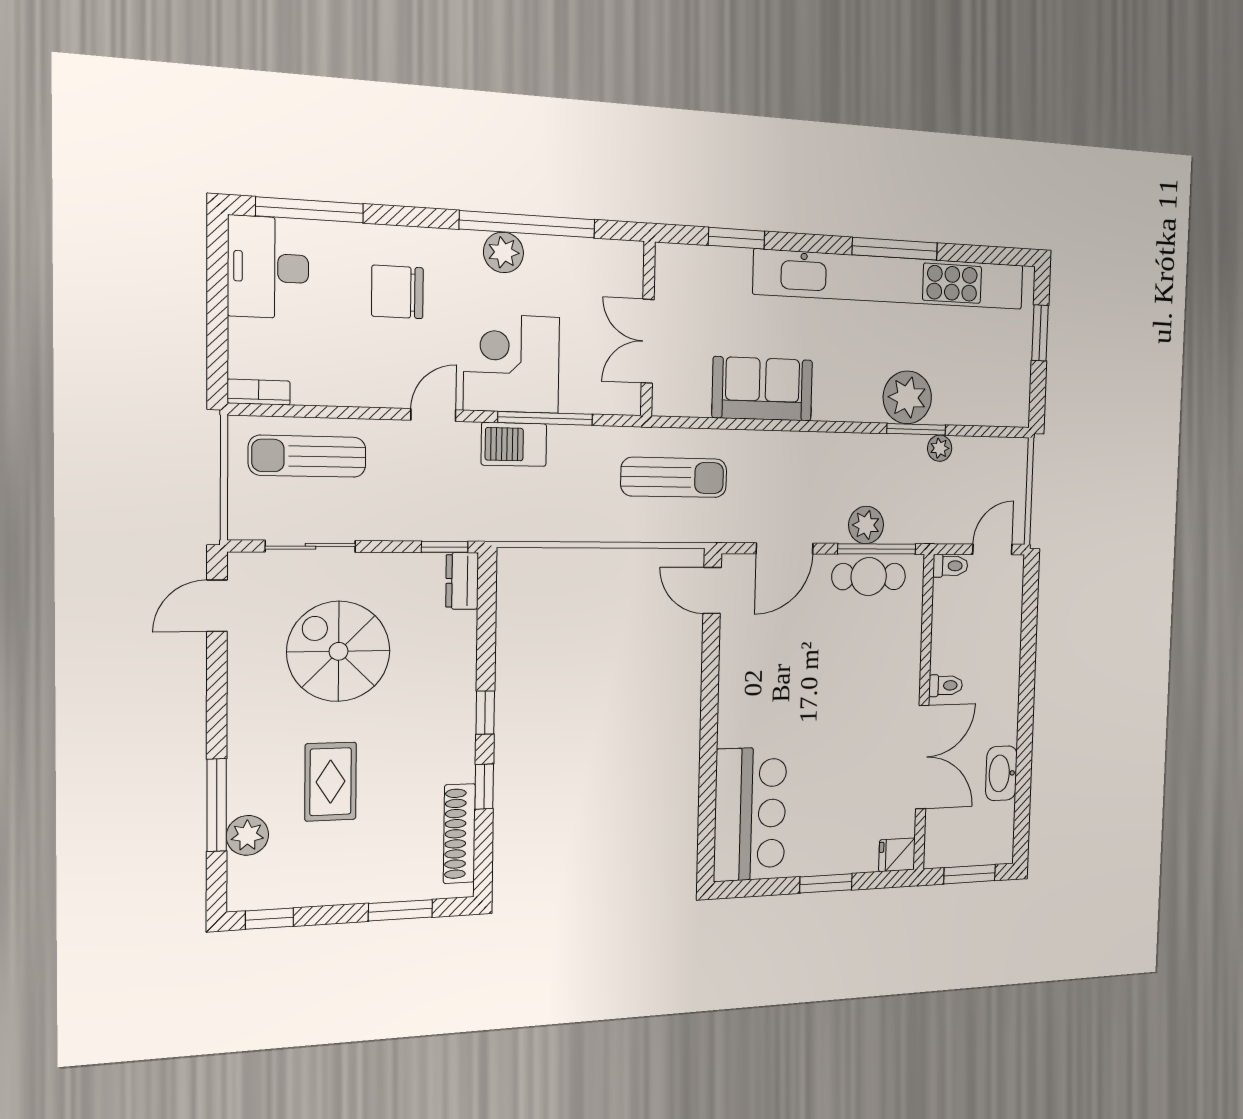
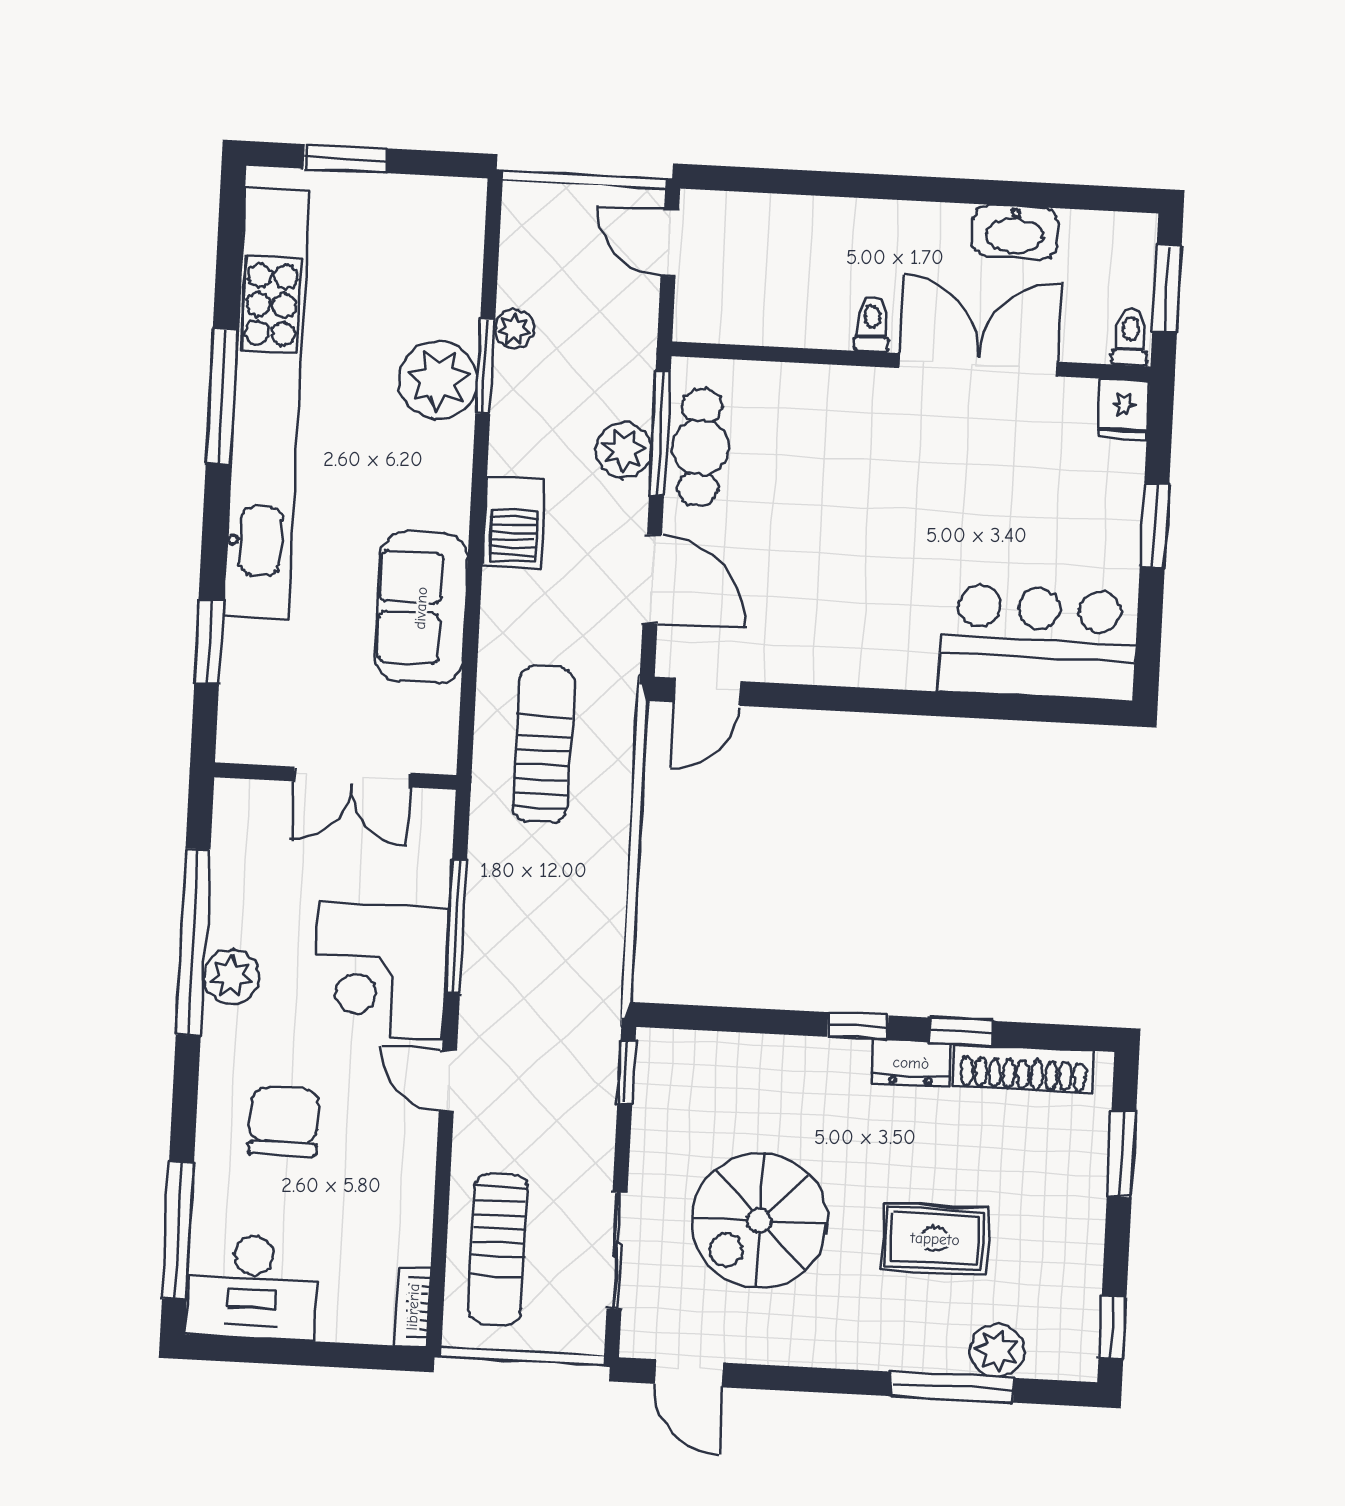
chair: (397, 292) -> (284, 1122), turned 180
barbecue: (514, 444) -> (514, 522), moved
toilet: (950, 566) -> (1131, 337), moved
dresser: (462, 581) -> (911, 1063), moved

